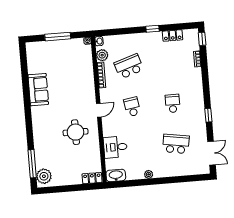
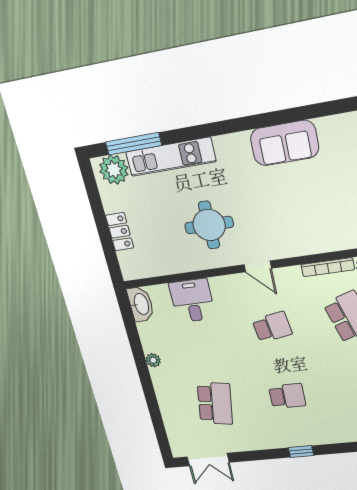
window: (208, 115) -> (301, 452), moved
kitchen unit: (40, 146) -> (171, 157), added
locker: (92, 178) -> (120, 232), moved

